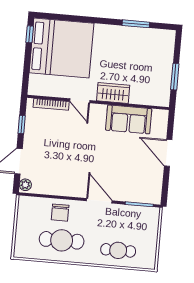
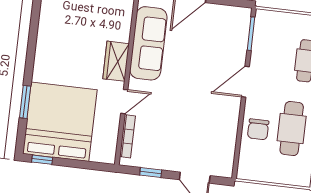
window: (136, 24) -> (25, 102), moved
sofa: (129, 119) -> (148, 43), width x1.36
plant: (25, 185) -> (223, 170), removed
chair: (60, 213) -> (258, 129), turned 90

